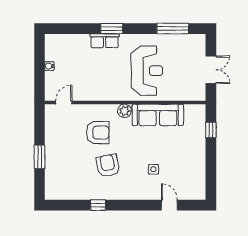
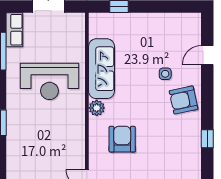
row of seats: (105, 41) -> (14, 30), moved
reception desk: (147, 71) -> (49, 81), turned 180
armchair: (108, 166) -> (184, 100), moved

